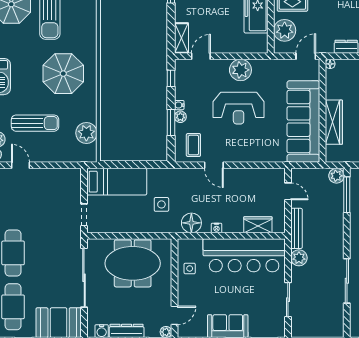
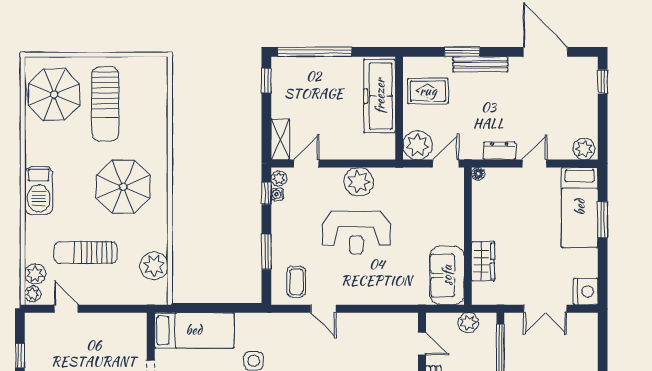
plant: (285, 30) -> (417, 145), moved
water cooler: (179, 105) -> (277, 194), moved
plant: (180, 117) -> (279, 179), moved
sofa: (303, 122) -> (447, 275), width x0.54, depth x0.79
wardrobe: (334, 122) -> (483, 261), width x0.67
sun lounger: (35, 123) -> (86, 253), turned 180
plant: (336, 176) -> (468, 323), moved

